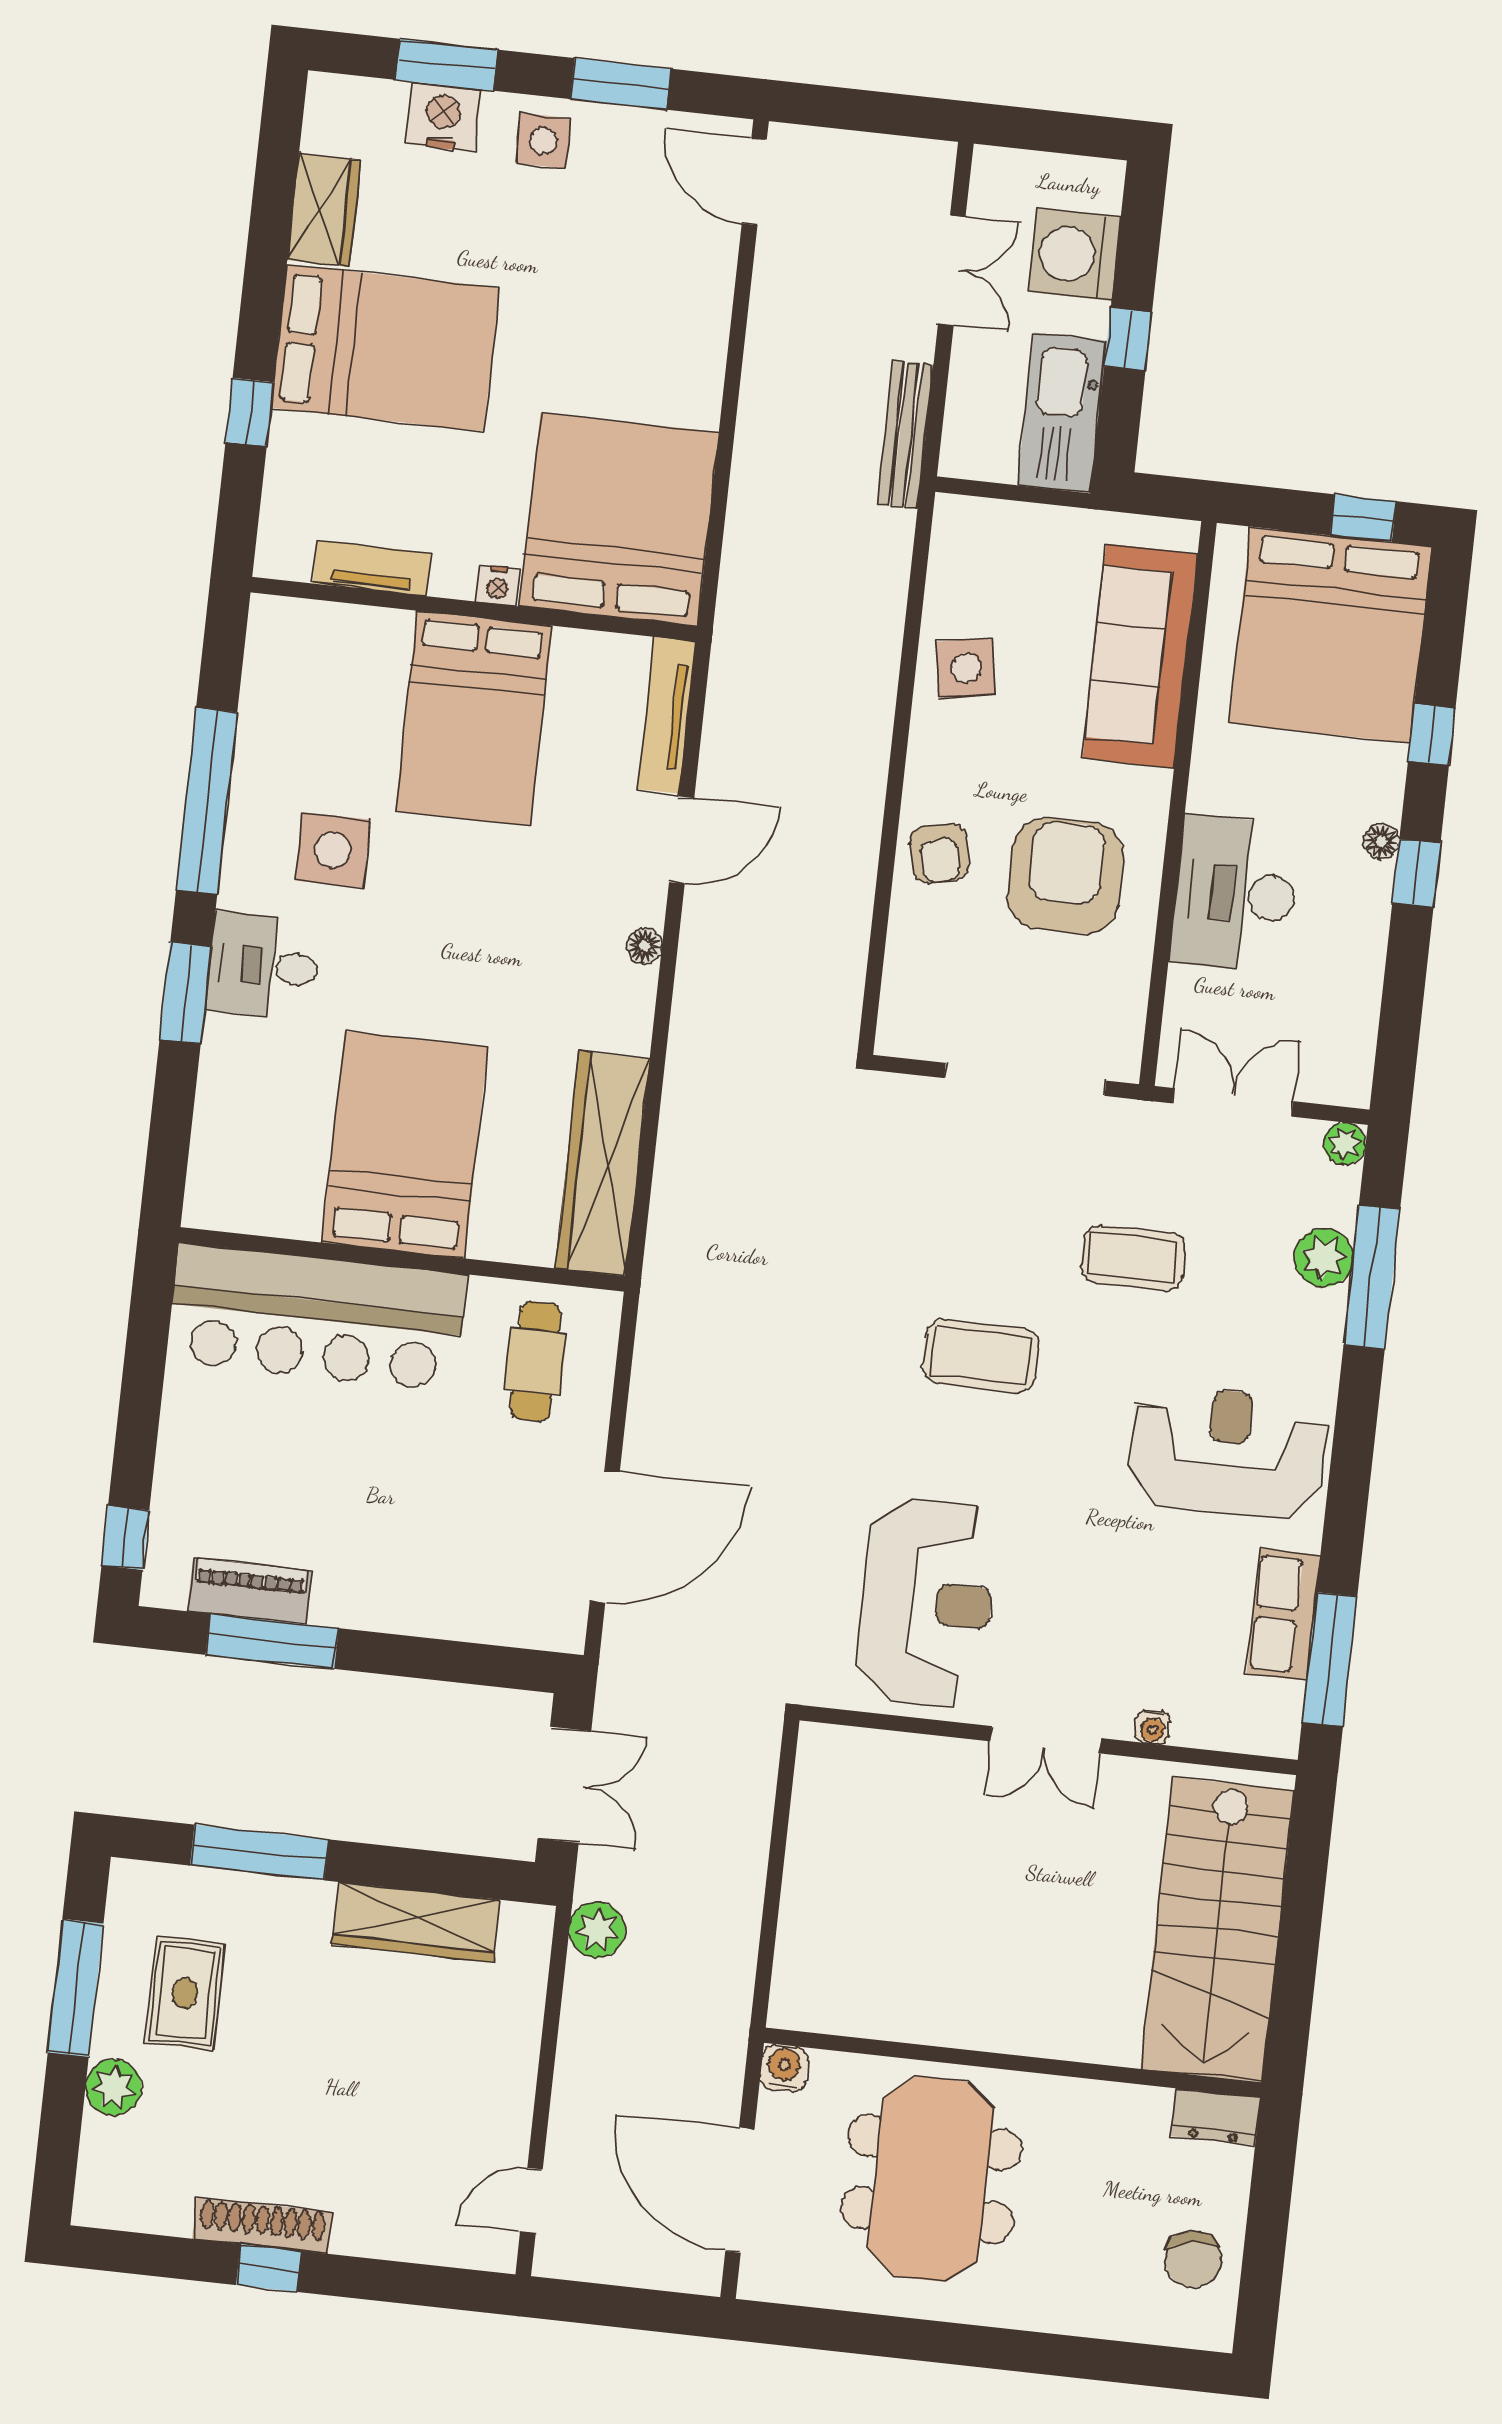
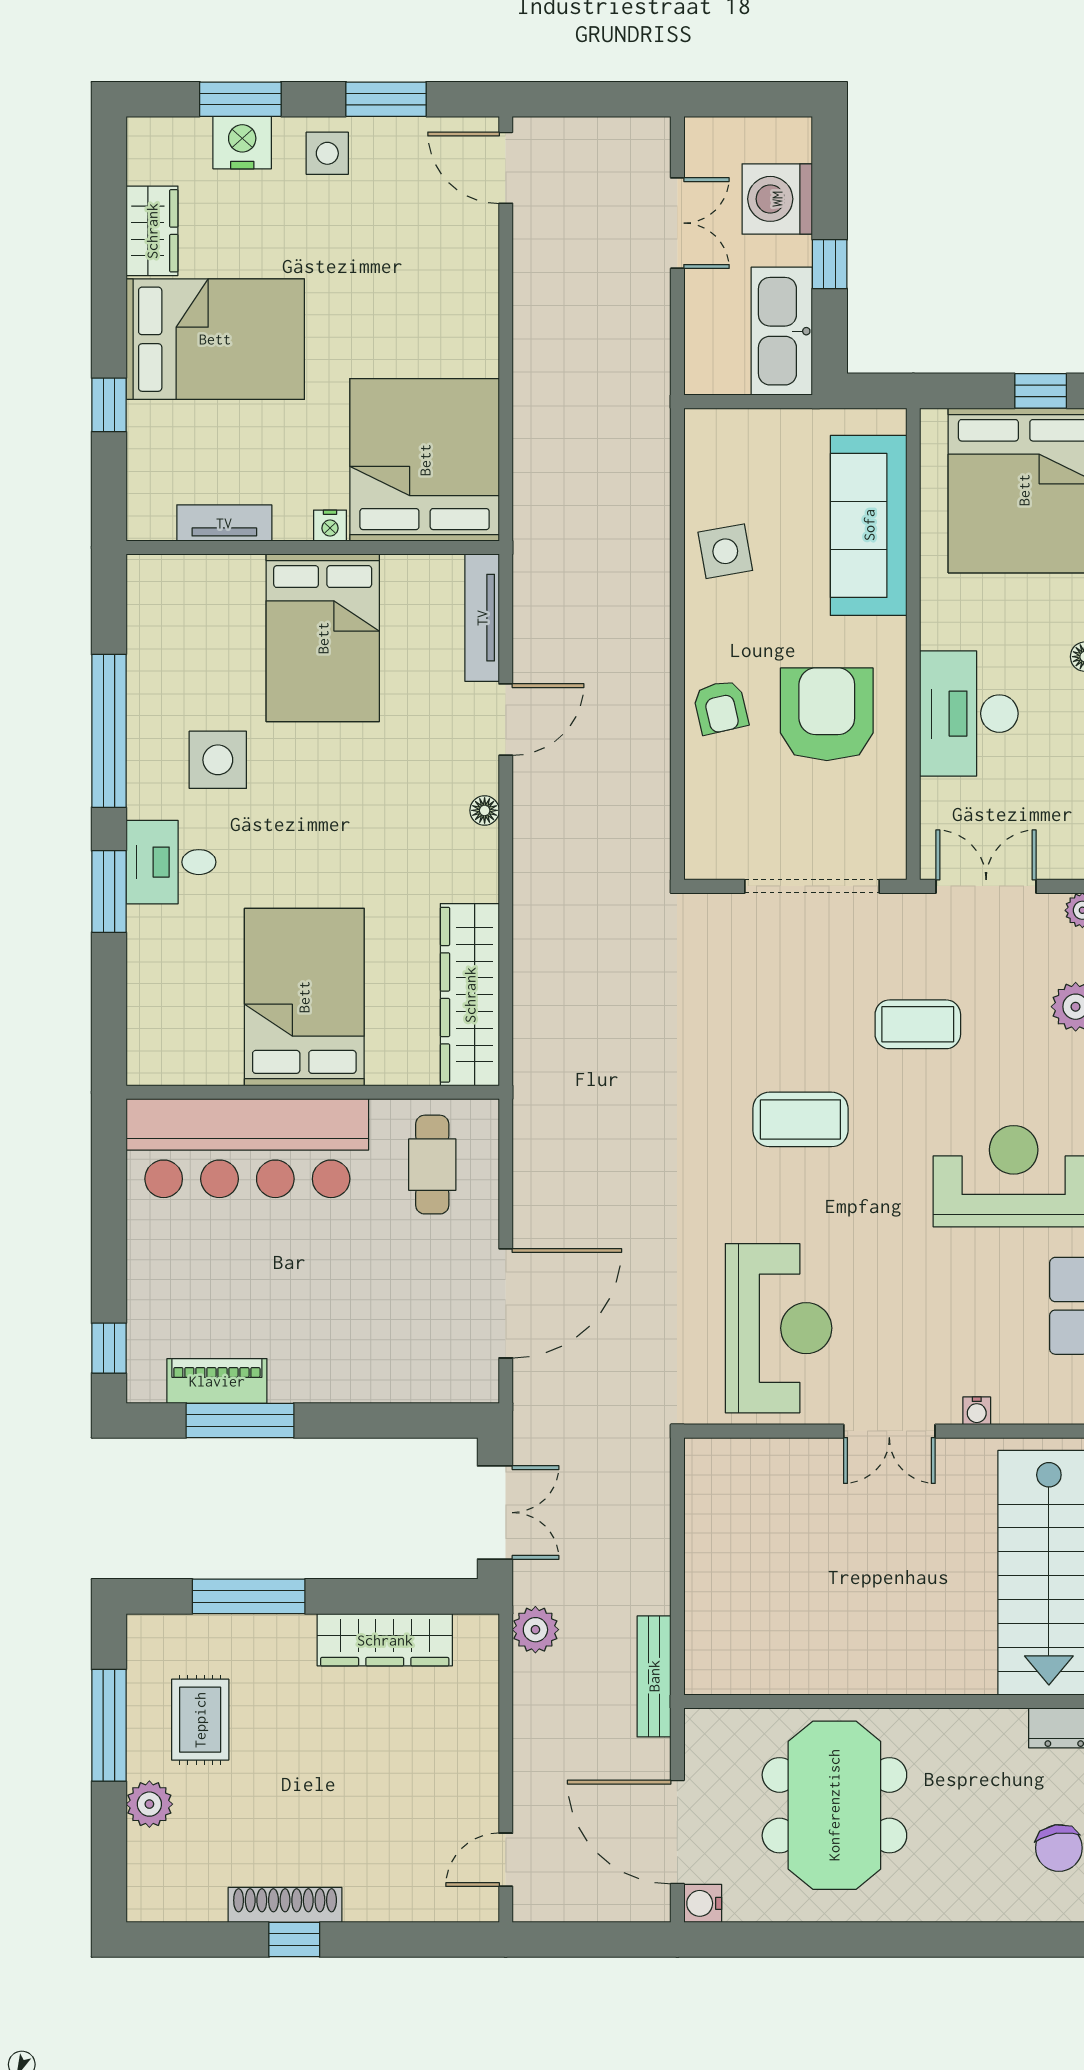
bench: (905, 435) -> (654, 1676), moved
water cooler: (784, 2068) -> (703, 1903), moved, turned -90

